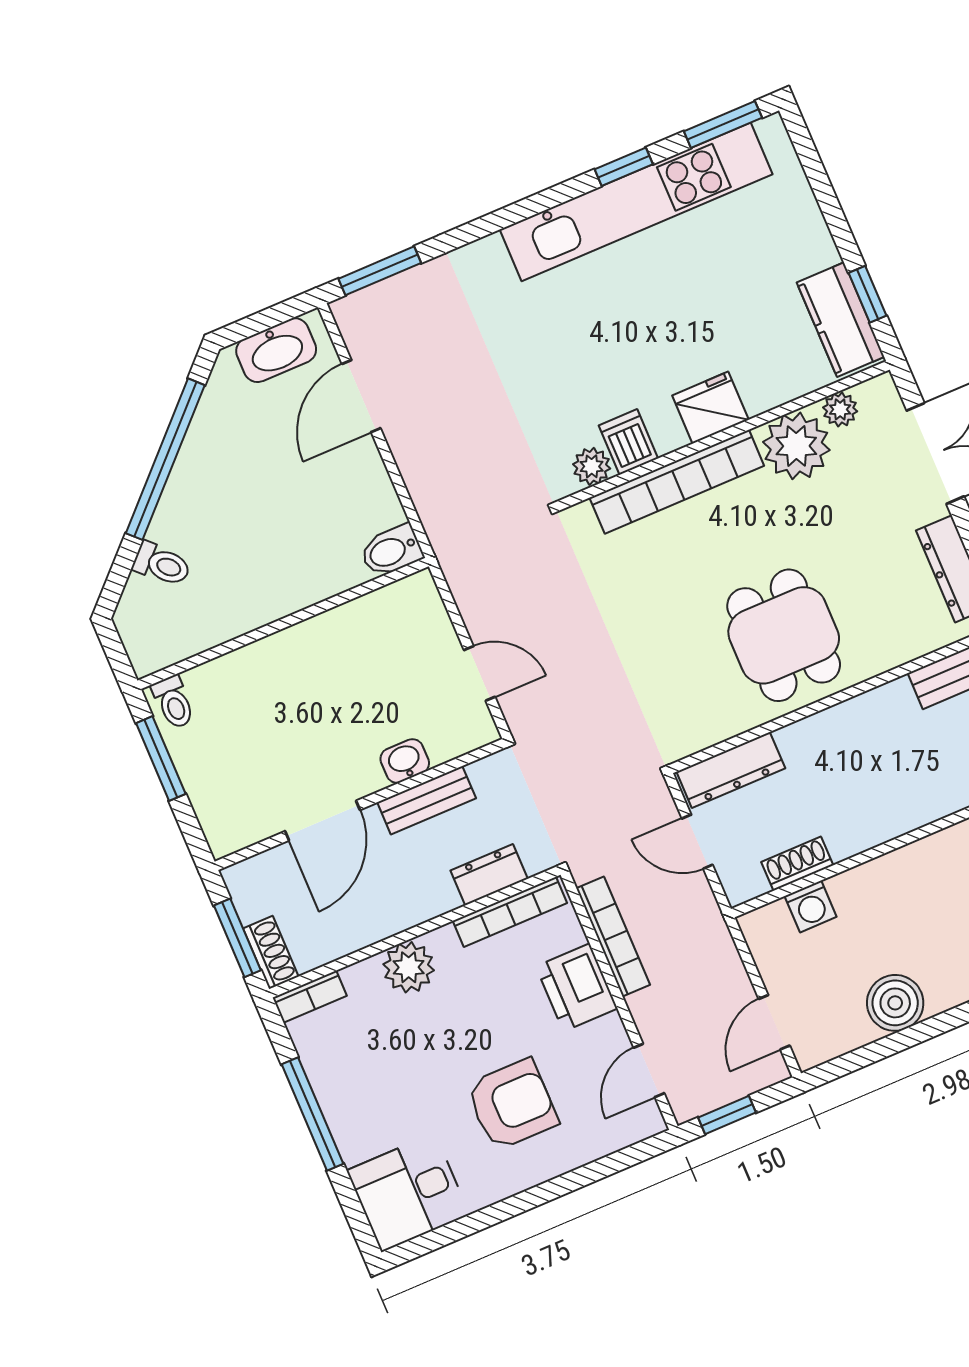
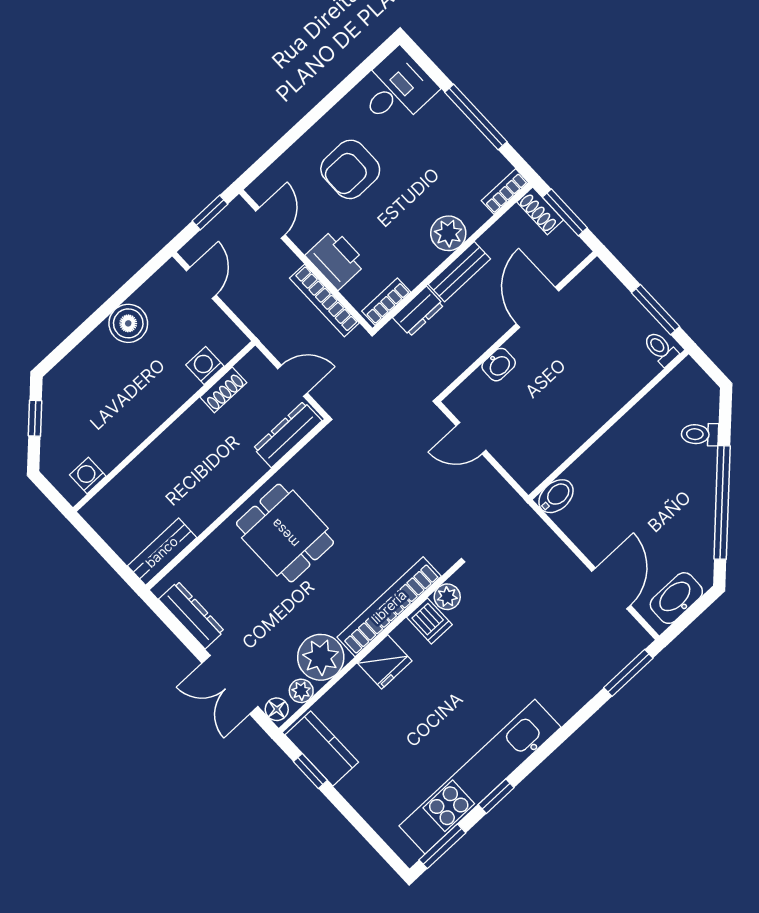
floor lamp: (883, 396) -> (277, 709), added
bench: (427, 800) -> (459, 272), moved
bookcase: (510, 912) -> (386, 302), width x0.64

